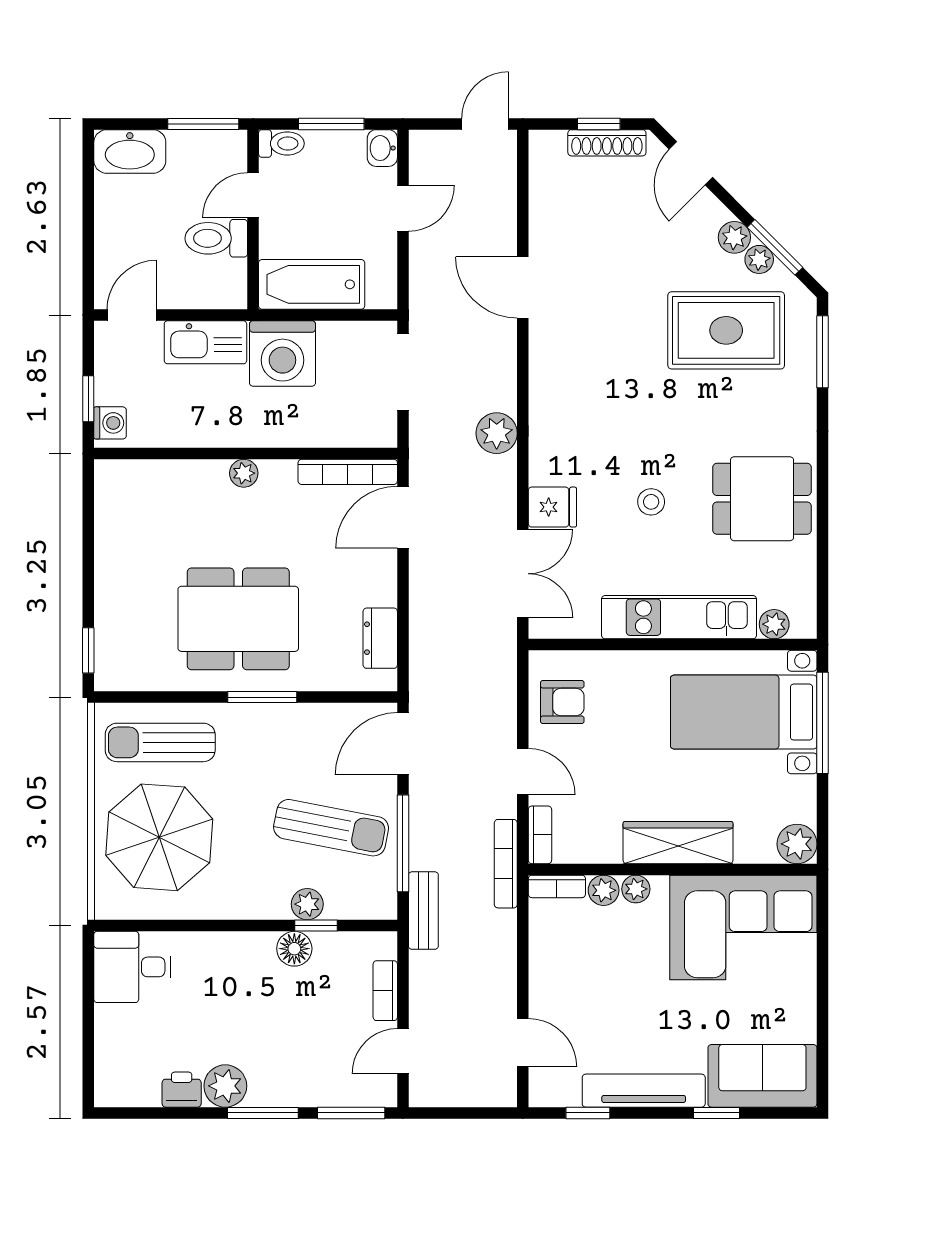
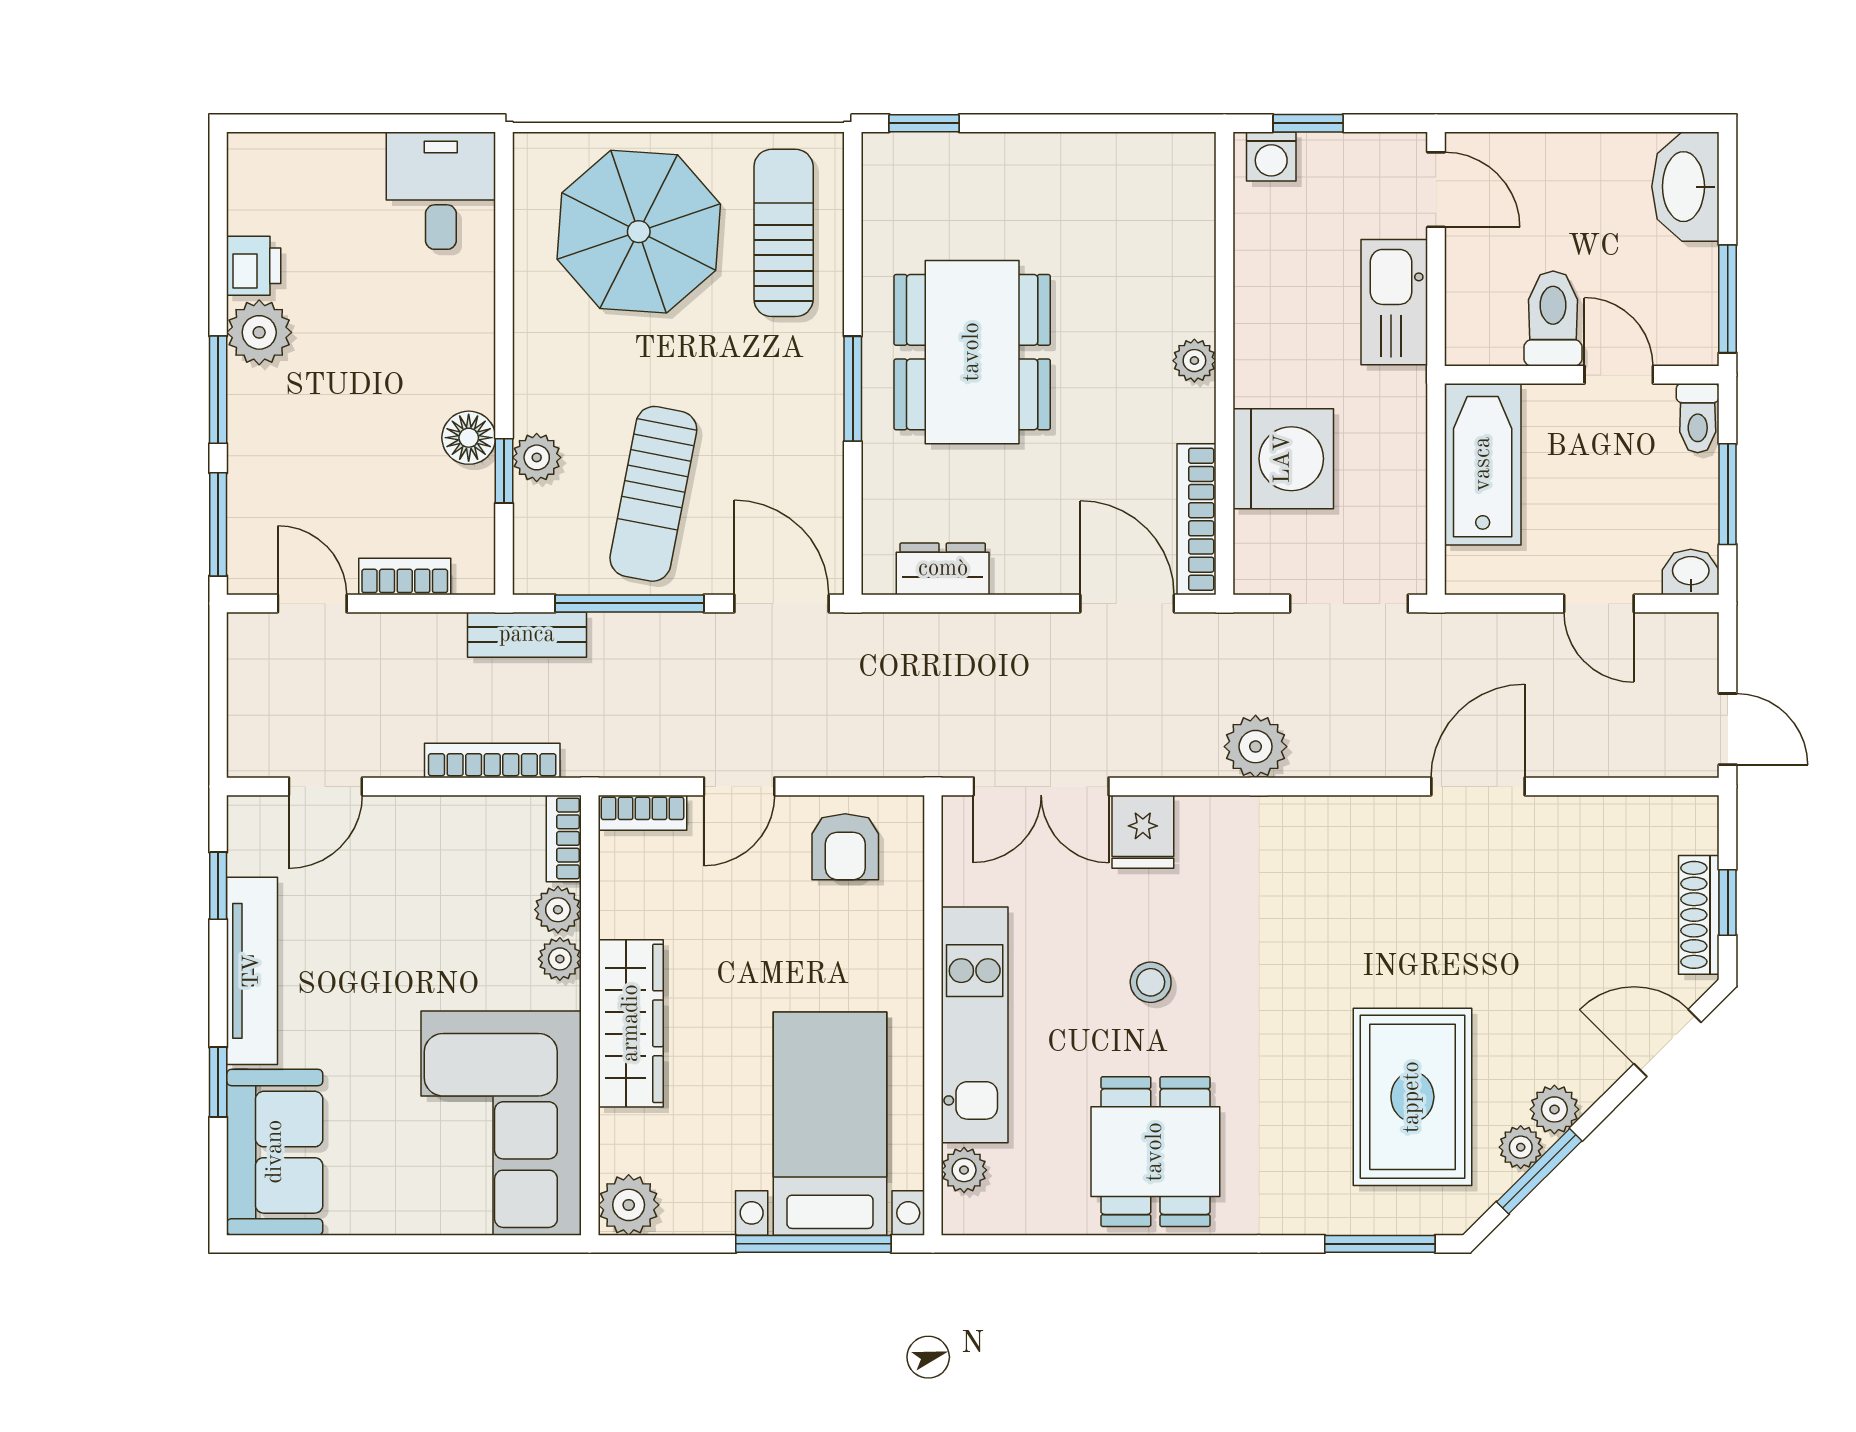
washing machine: (282, 353) -> (1283, 459), moved, turned 180
bookcase: (506, 864) -> (492, 761), moved

